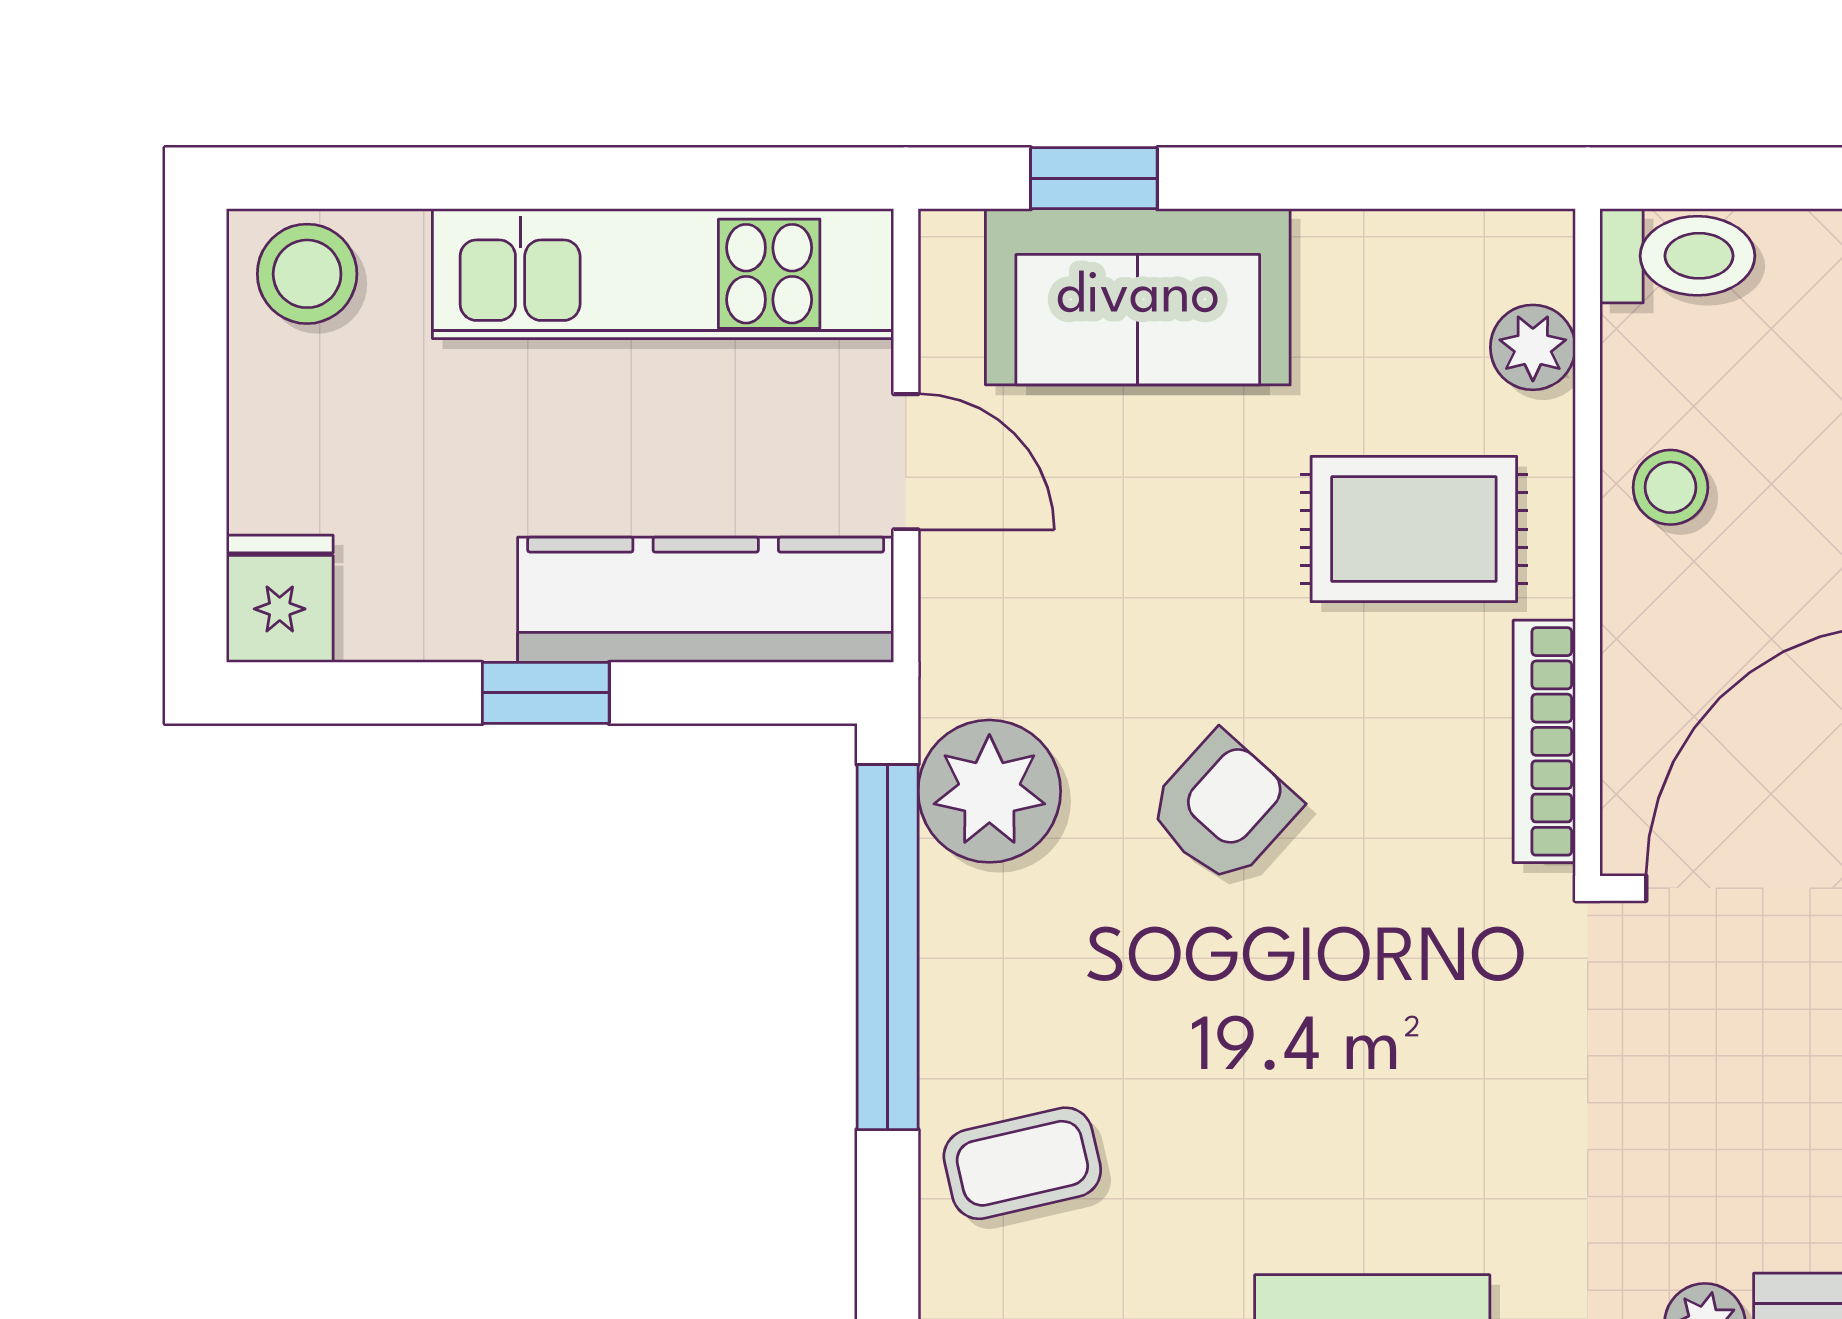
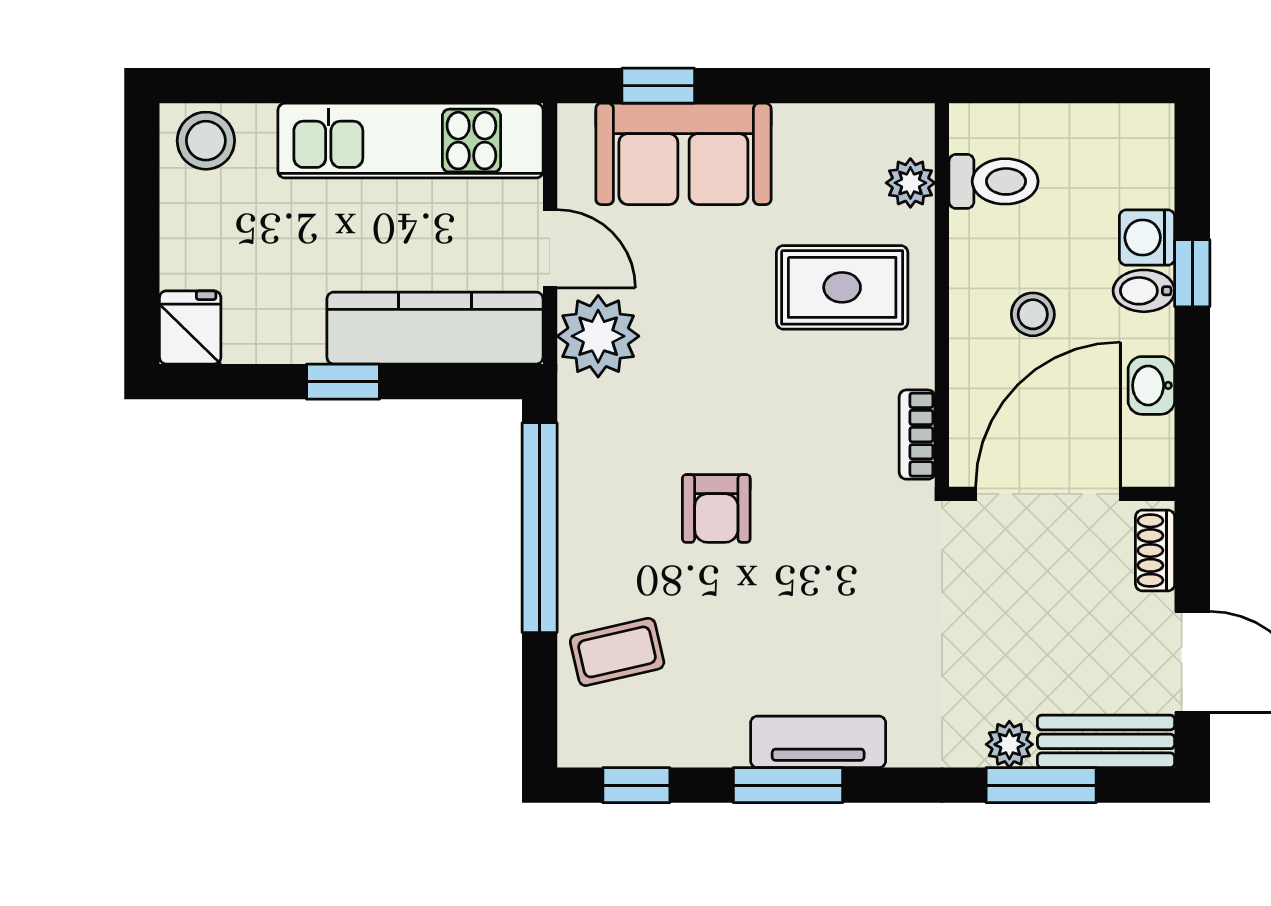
toilet: (1677, 256) -> (994, 181), moved
stool: (1670, 487) -> (1033, 314), moved
bookcase: (1544, 741) -> (917, 435), width x0.64
plant: (989, 791) -> (598, 336), moved
armchair: (1223, 808) -> (716, 509), moved, turned 138

